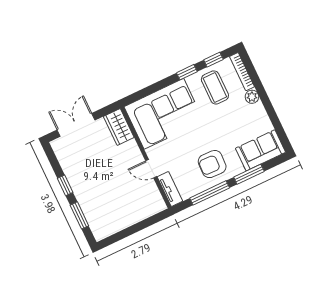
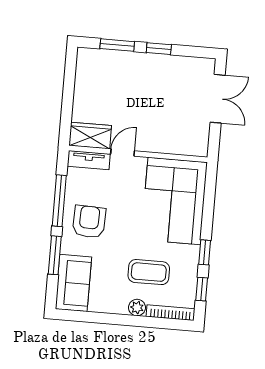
coffee table: (215, 87) -> (149, 272), moved
wardrobe: (119, 127) -> (90, 136), moved

